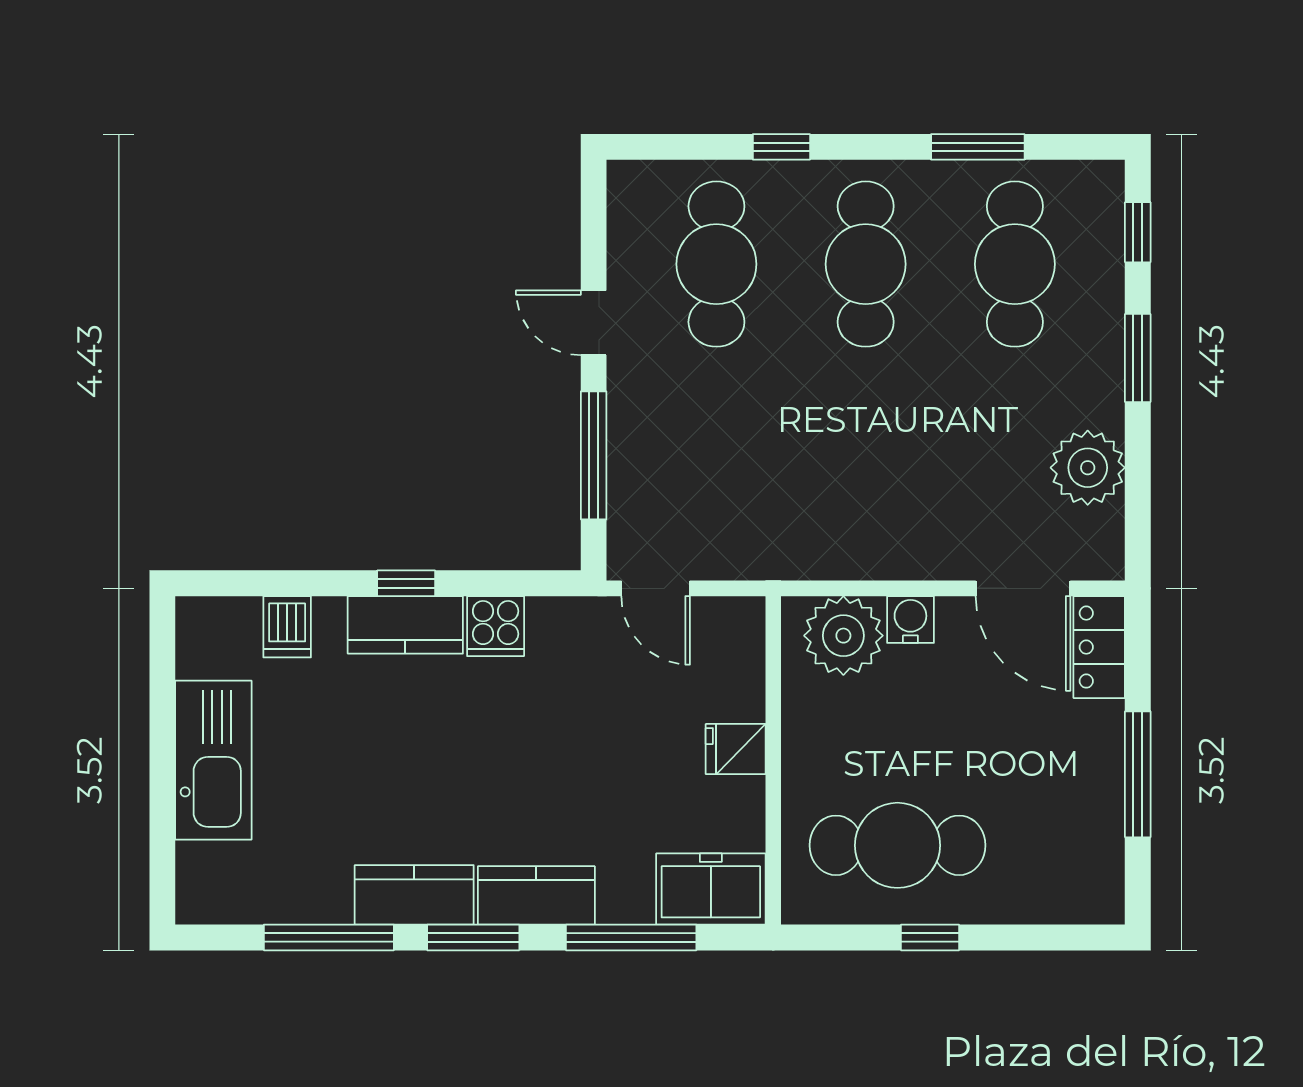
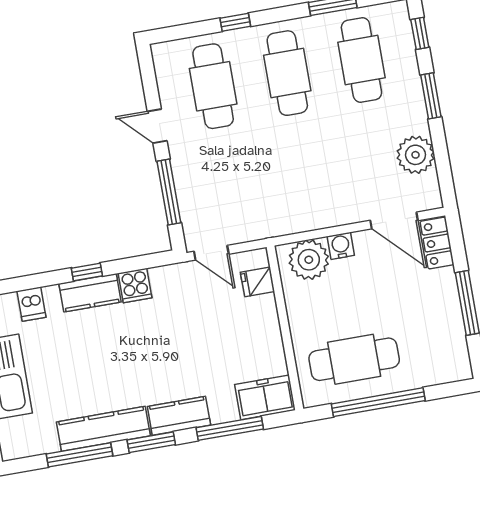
fridge: (736, 749) -> (257, 282), moved
kitchen counter: (414, 895) -> (103, 429), width x1.50
window: (930, 937) -> (378, 402), width x3.17

